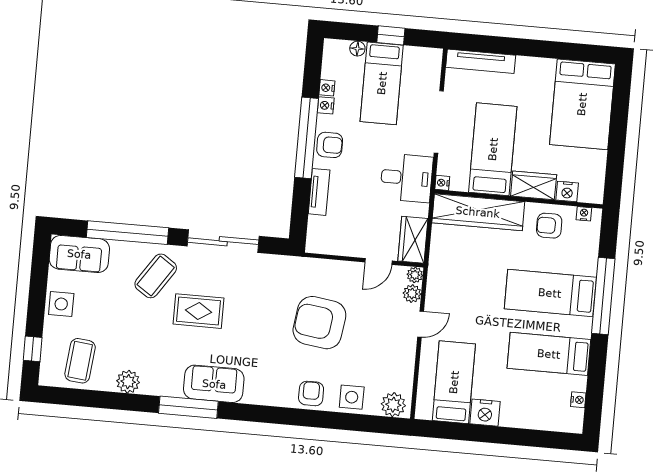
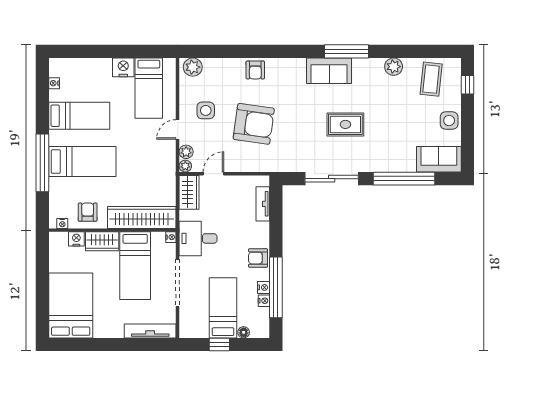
window: (307, 138) -> (276, 287), moved
tv unit: (319, 192) -> (263, 204), moved
armchair: (549, 226) -> (88, 212), turned -90
coffee table: (156, 276) -> (380, 148), removed
side table: (352, 397) -> (206, 110), moved

